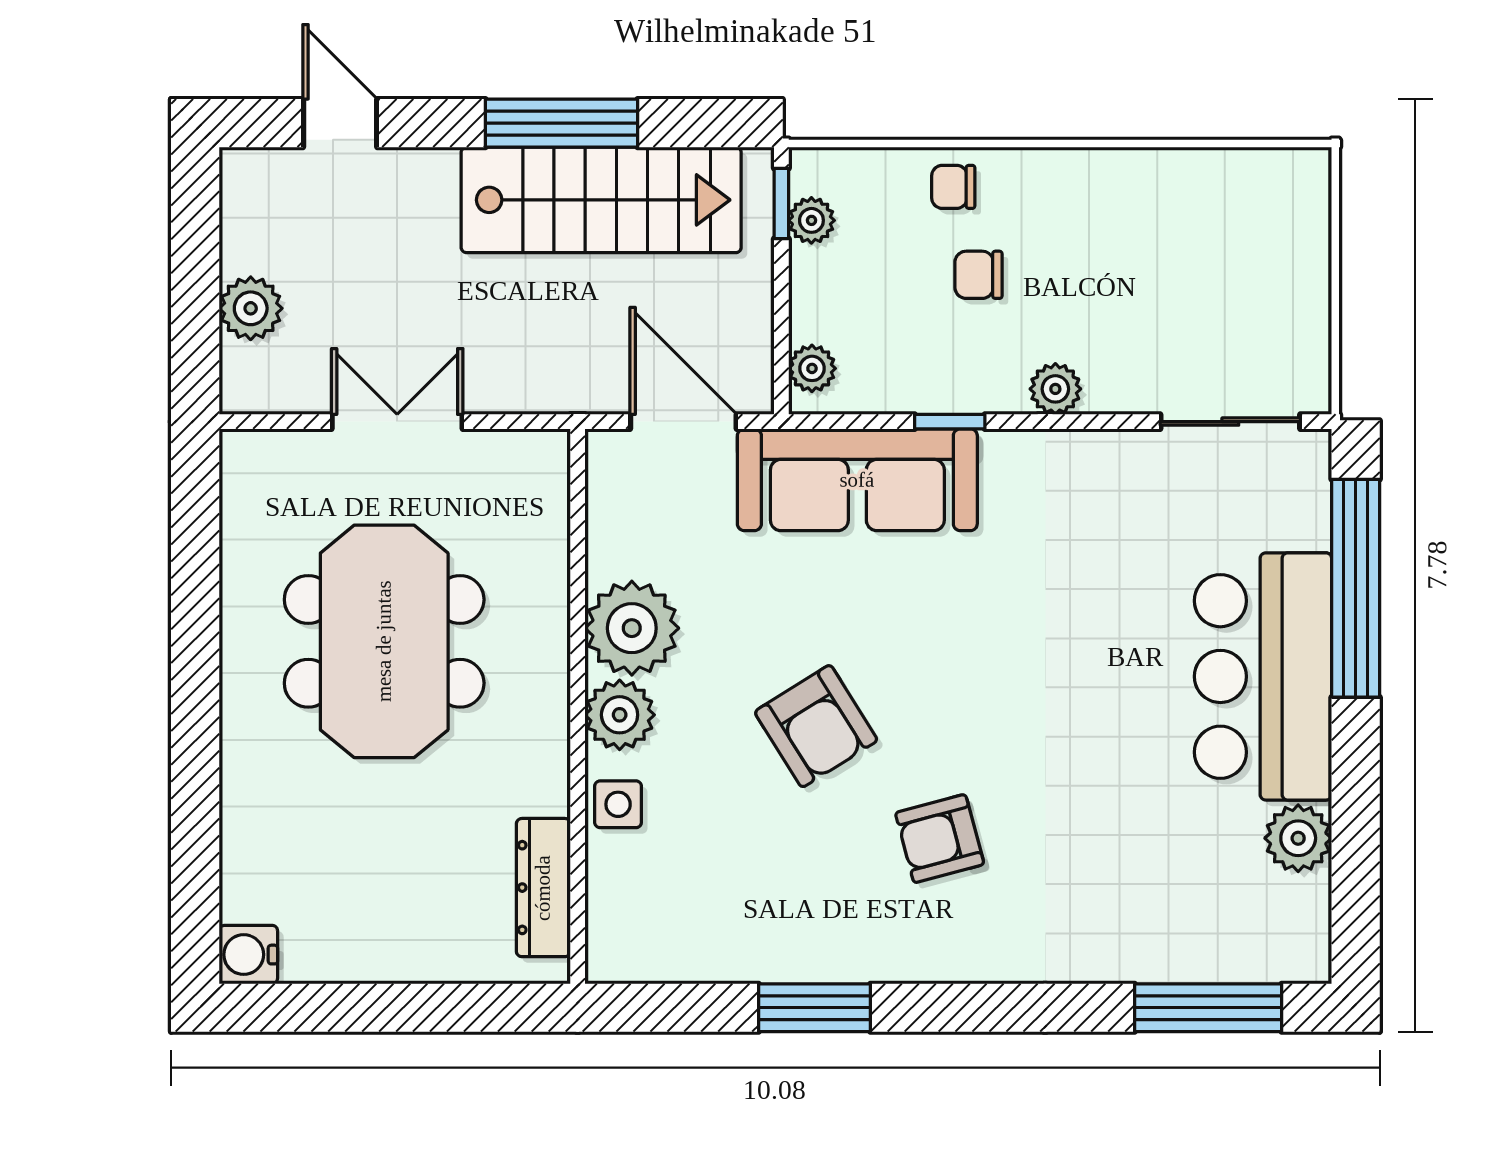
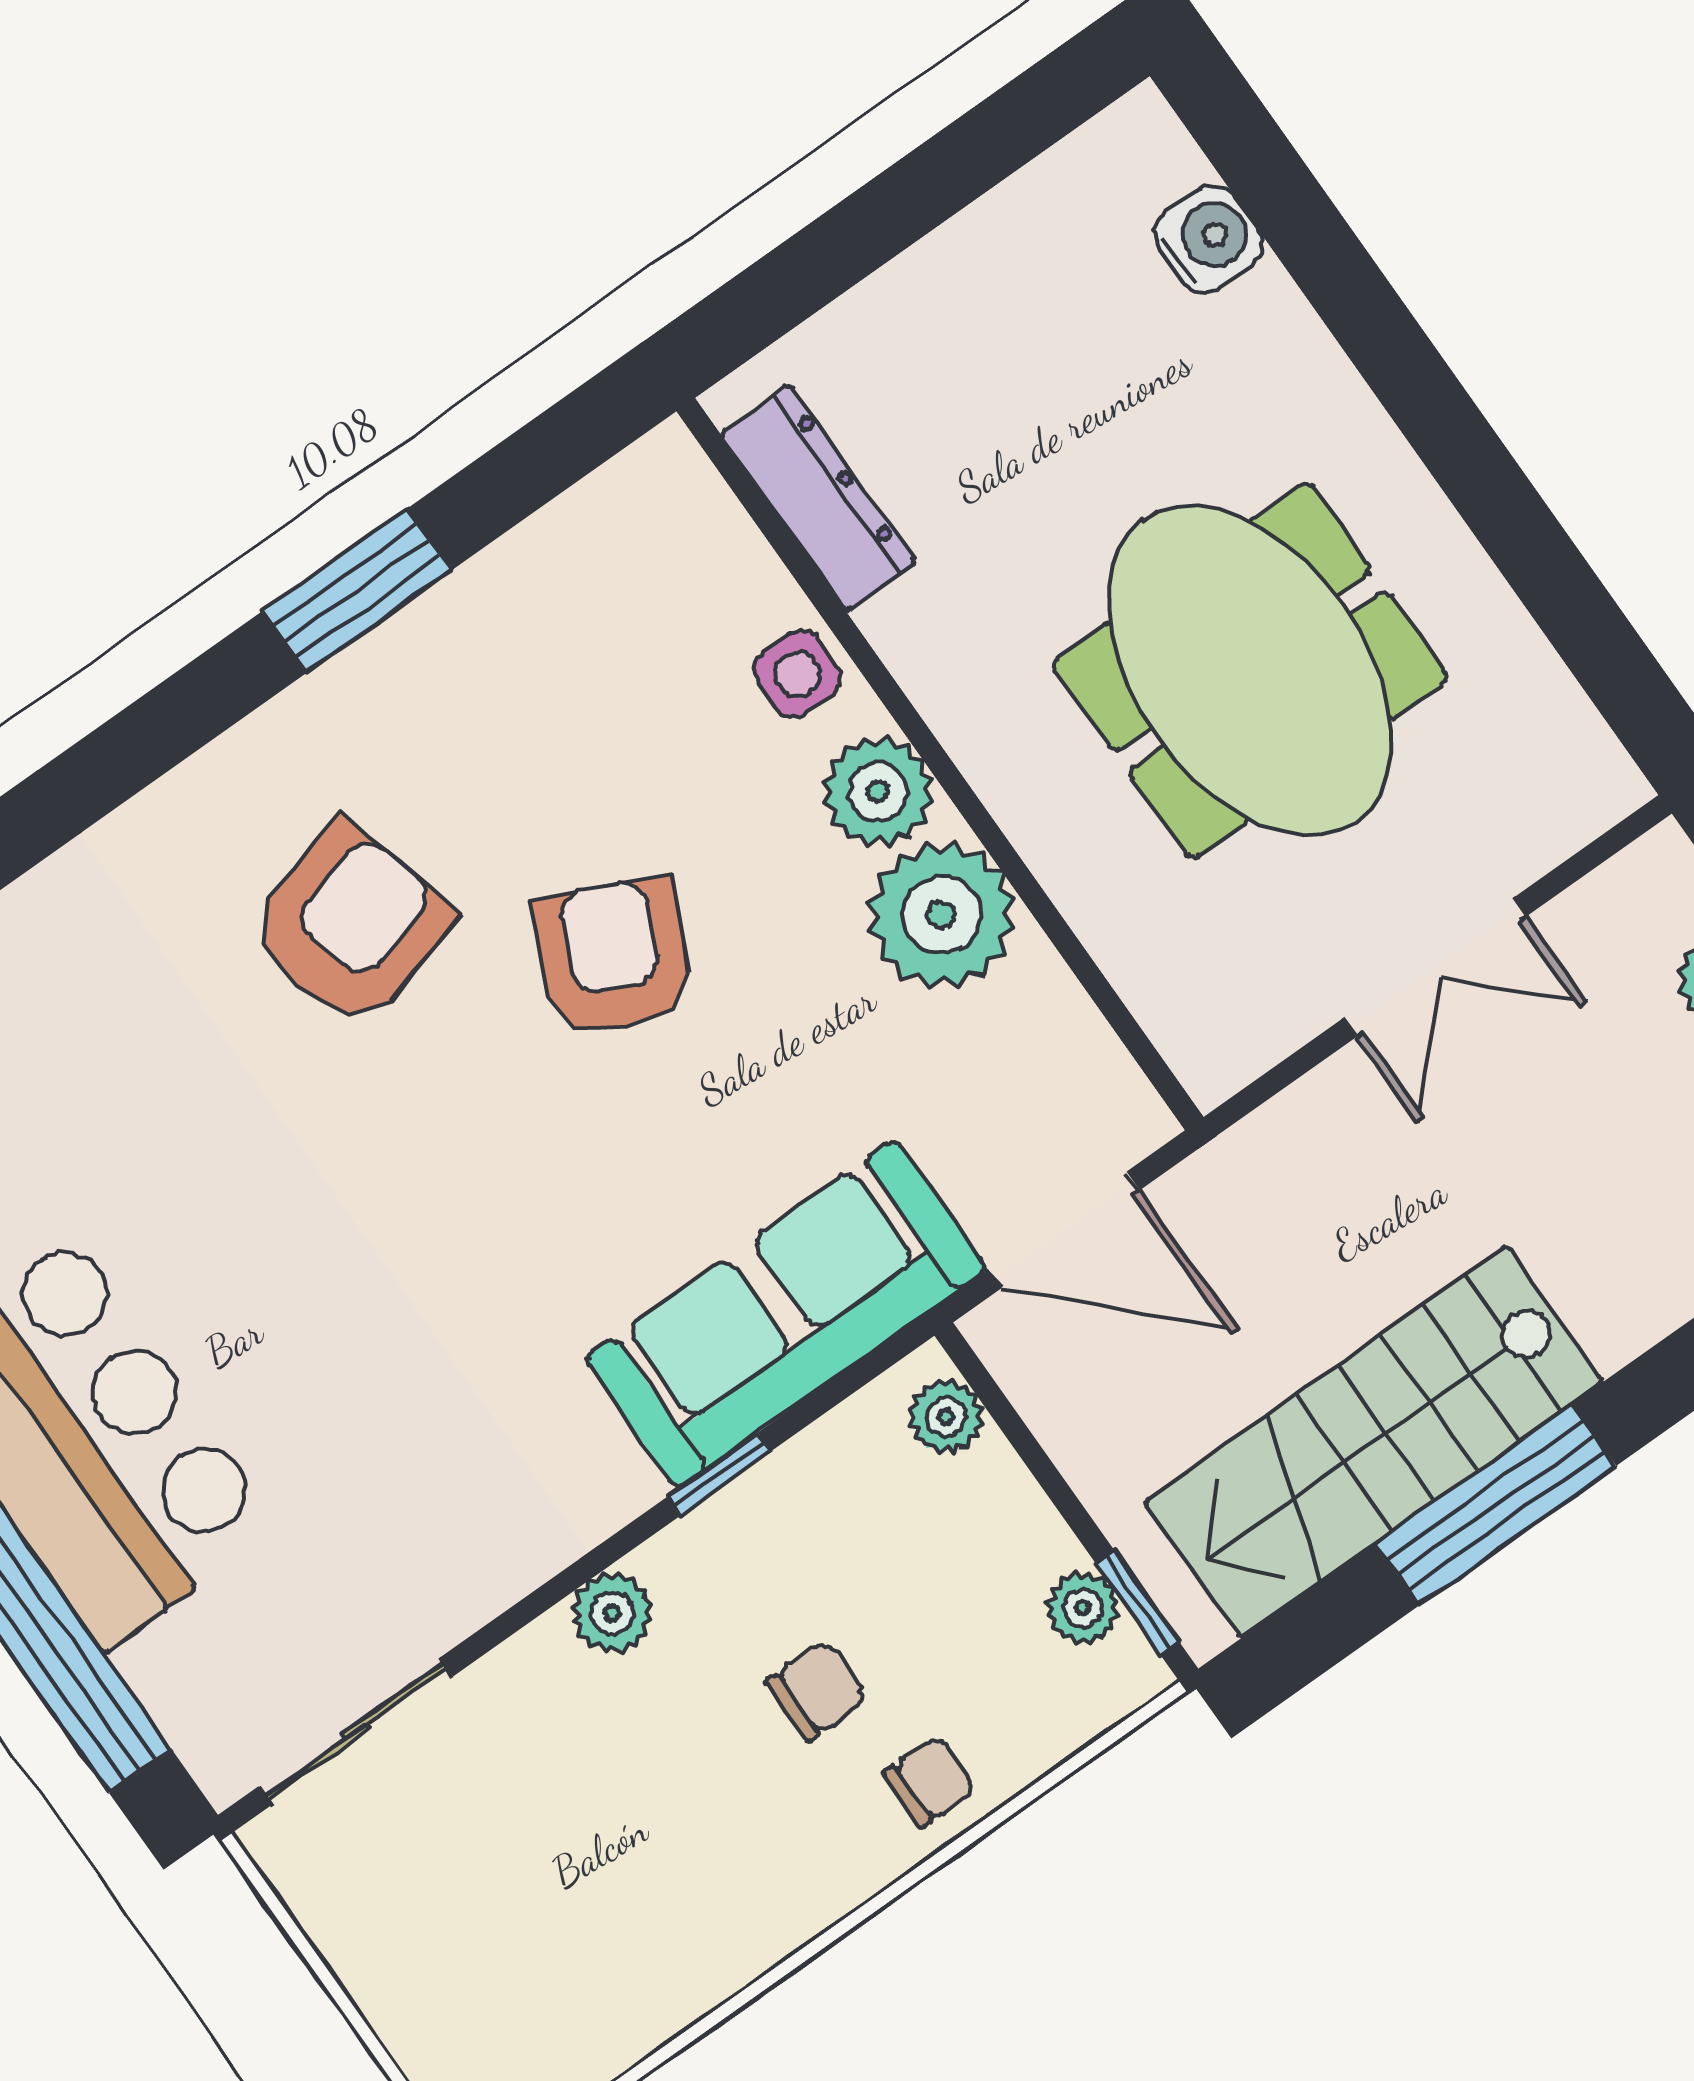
armchair: (816, 726) -> (613, 957), turned 57
armchair: (940, 839) -> (350, 925), width x1.38, depth x1.38
water cooler: (248, 955) -> (1208, 239), moved

